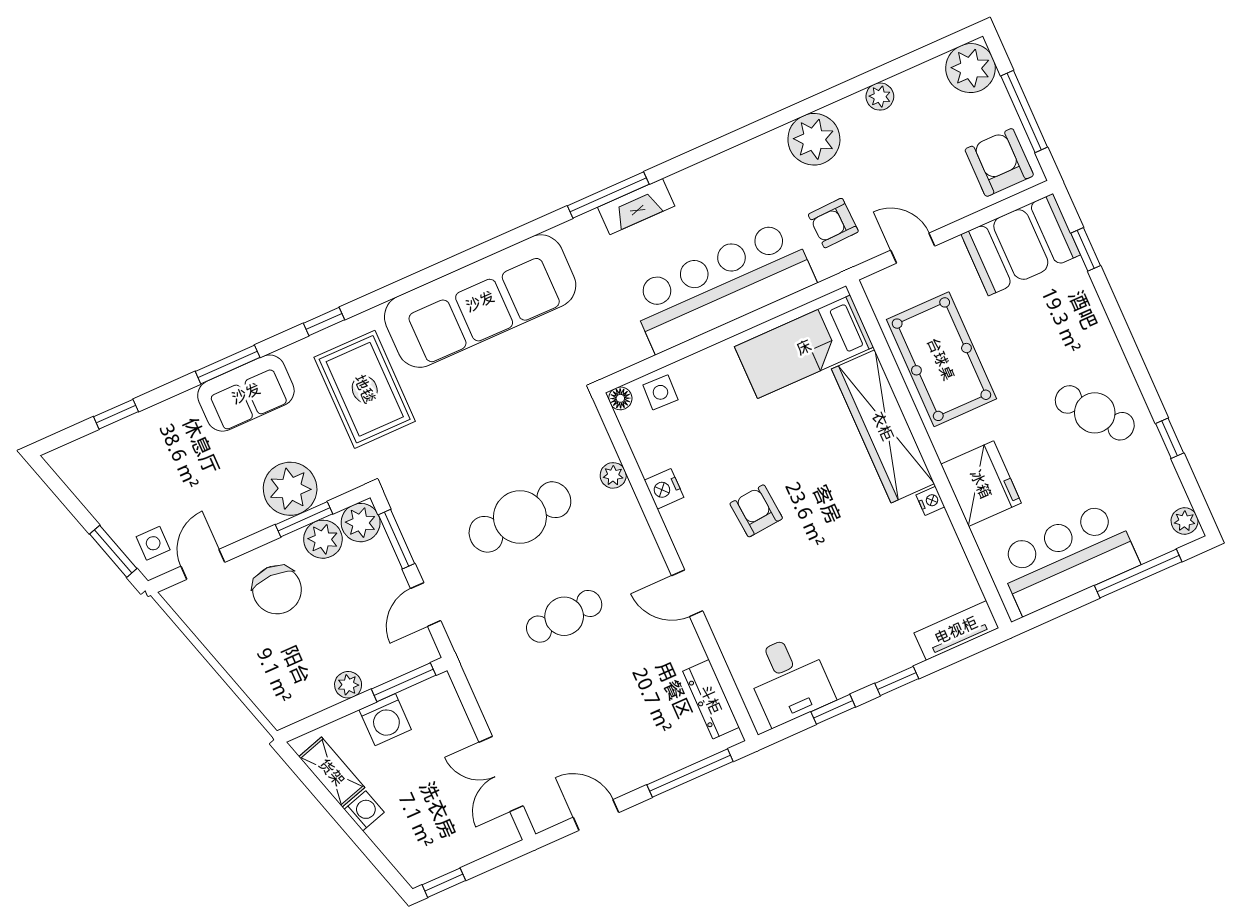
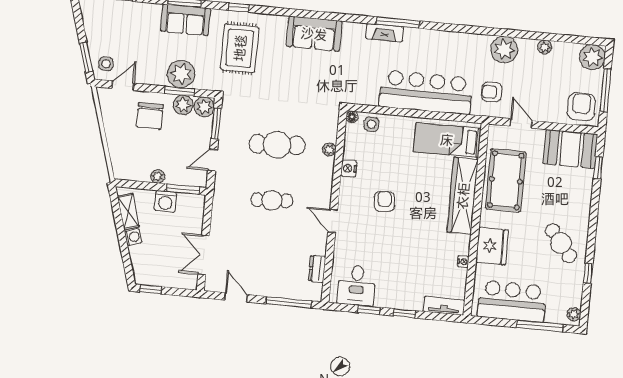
fireplace: (636, 207) -> (385, 33), moved
sofa: (480, 301) -> (314, 34), width x0.54, depth x0.79
nightstand: (930, 501) -> (463, 262), moved
dresser: (711, 699) -> (317, 269), width x0.70

